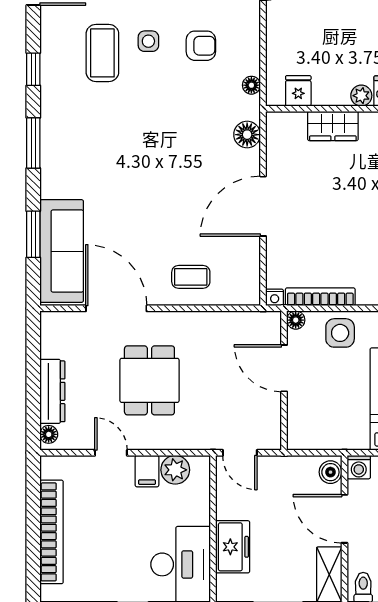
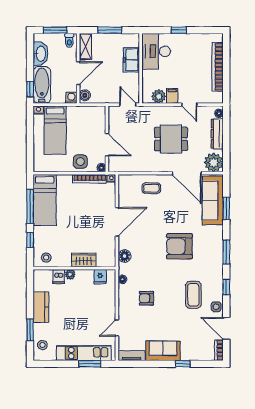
side table: (148, 41) -> (216, 307), moved
armchair: (132, 155) -> (179, 246), added
plant: (60, 331) -> (214, 163), added
dining table: (149, 380) -> (171, 139), turned 90
door: (344, 519) -> (78, 73), hinge flipped

